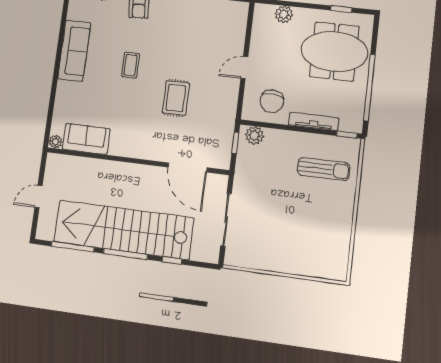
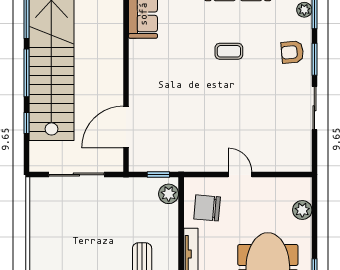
rug: (176, 98) -> (199, 105), removed

